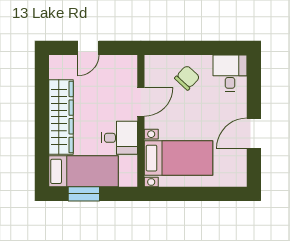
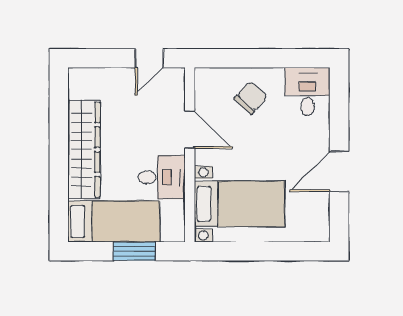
door: (88, 48) -> (149, 58), moved
door: (141, 102) -> (190, 130), hinge flipped
window: (84, 194) -> (134, 251), moved

